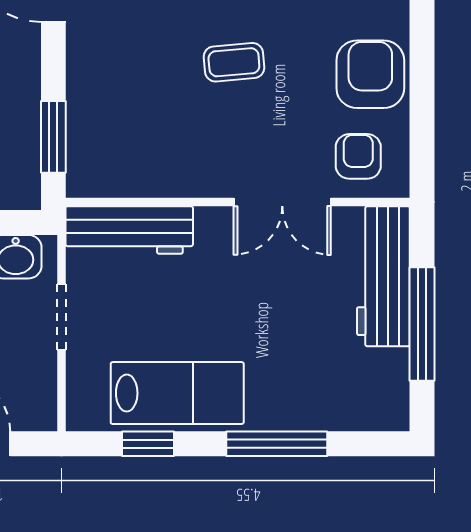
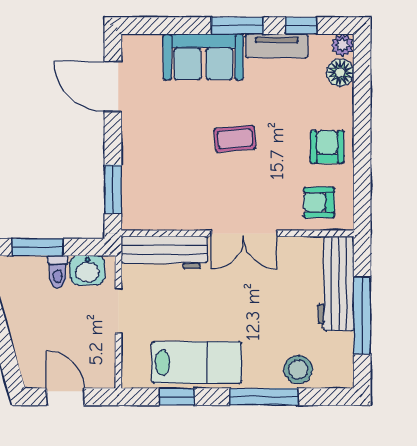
armchair: (370, 74) -> (327, 147), width x0.72, depth x0.72
armchair: (358, 156) -> (319, 202), turned -90
double door: (282, 202) -> (244, 233), moved
stool: (328, 404) -> (298, 370), added

